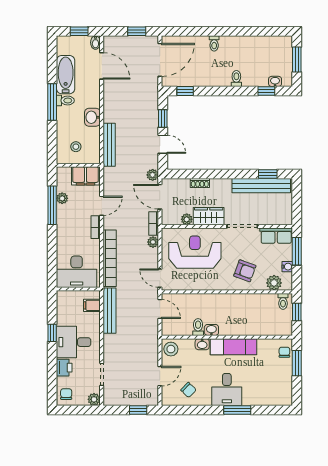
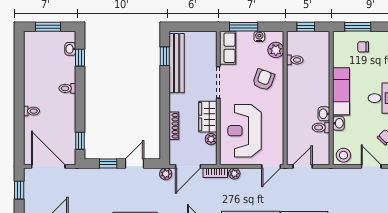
shoe rack: (200, 183) -> (174, 126), width x1.43
toilet: (283, 301) -> (295, 60), moved
chair: (284, 352) -> (363, 47), moved

